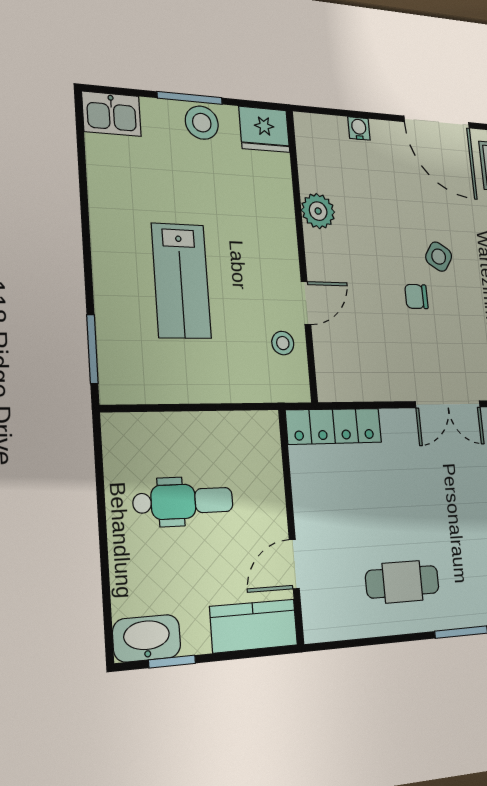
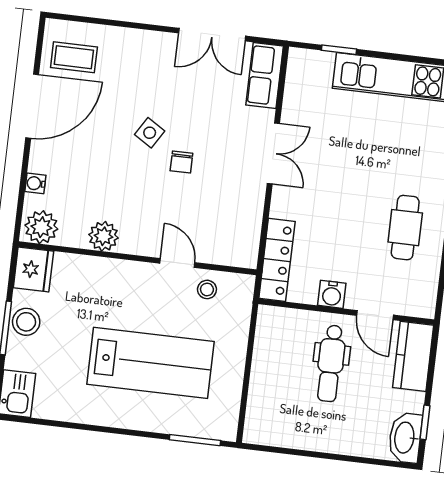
plant: (313, 137) -> (41, 227), added
lab bench: (181, 281) -> (151, 363), width x1.36, depth x1.39
dental chair: (183, 501) -> (331, 363), moved, turned 180
water cooler: (308, 503) -> (332, 294), added

